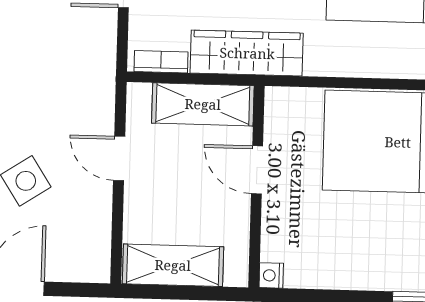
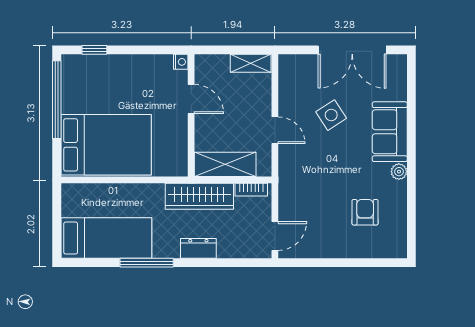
door: (257, 170) -> (191, 99), moved
shelving: (173, 265) -> (251, 63), width x0.67, depth x0.75

